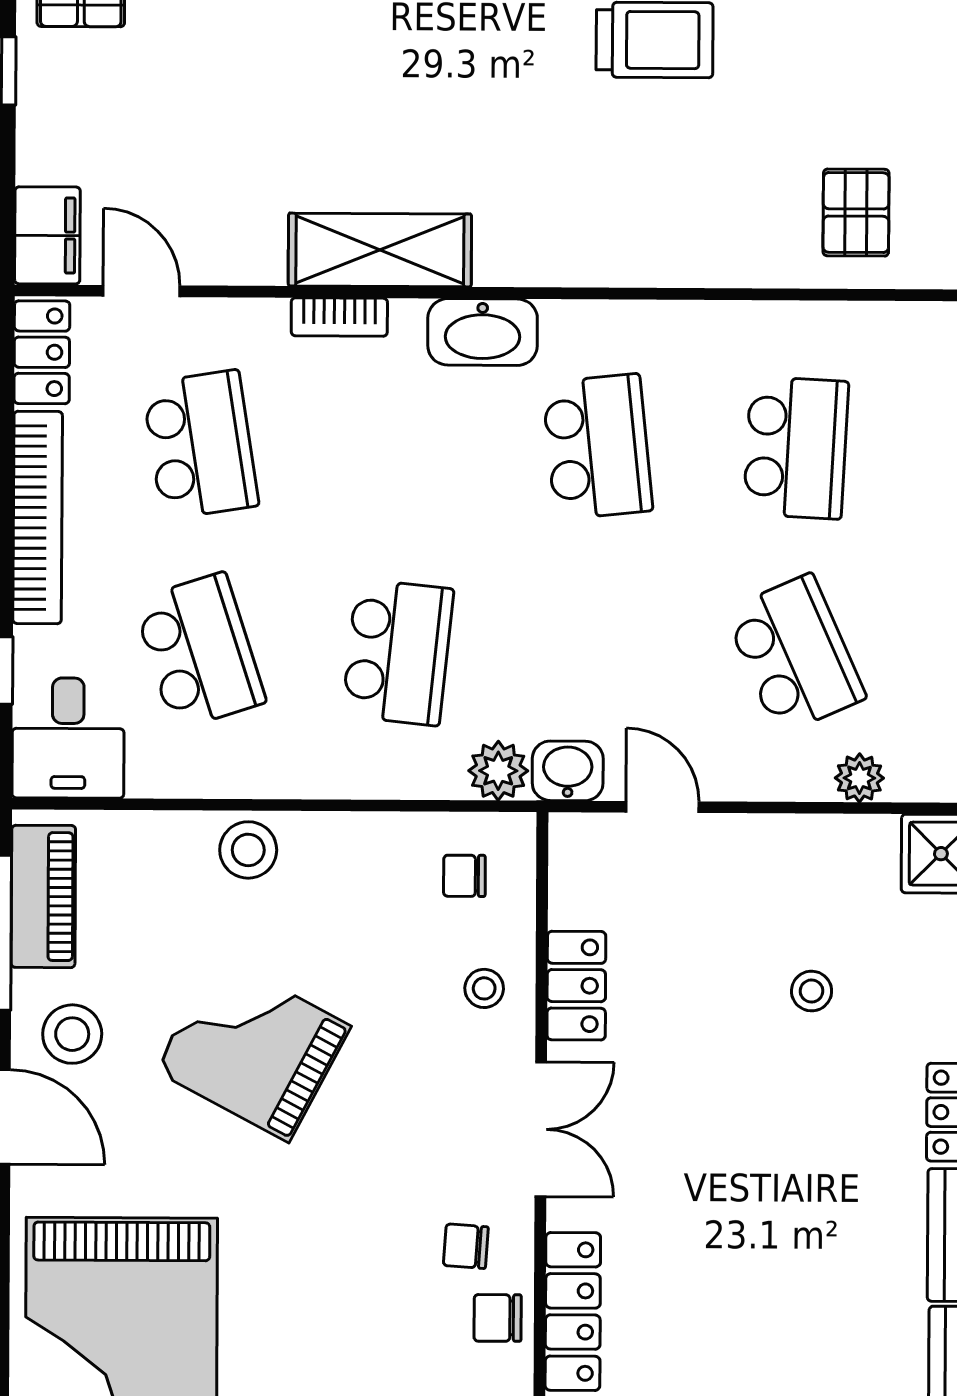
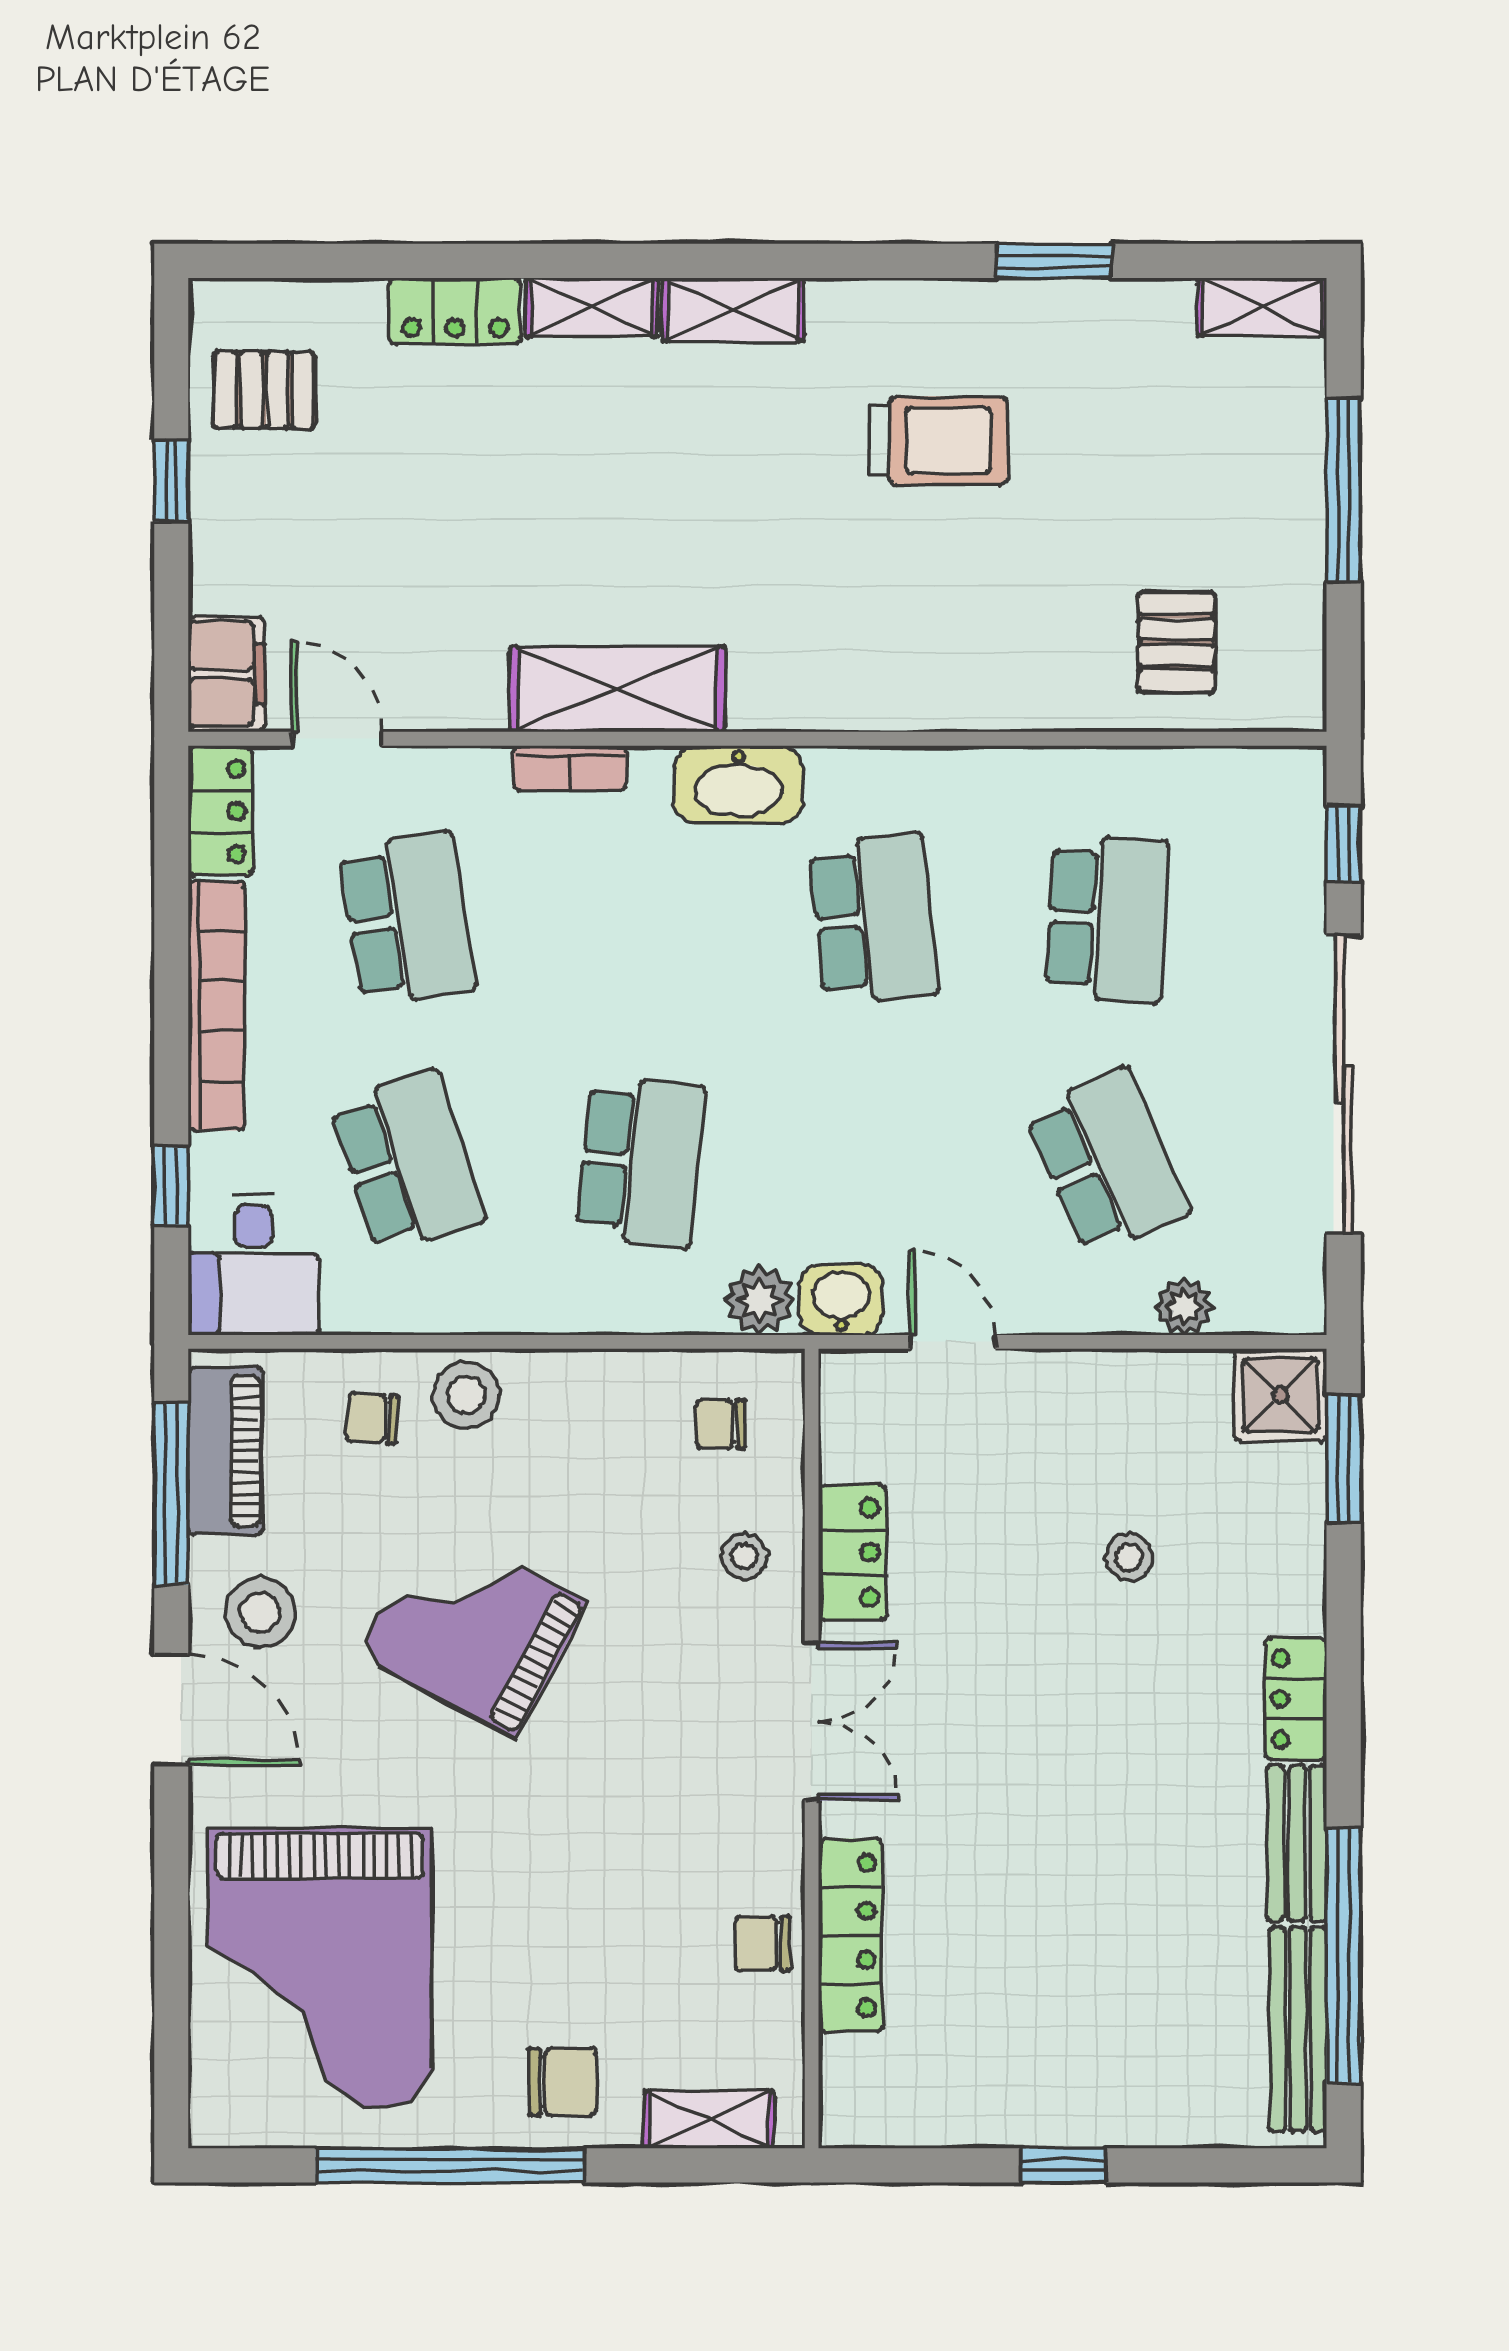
chair: (466, 1246) -> (372, 1418), moved

